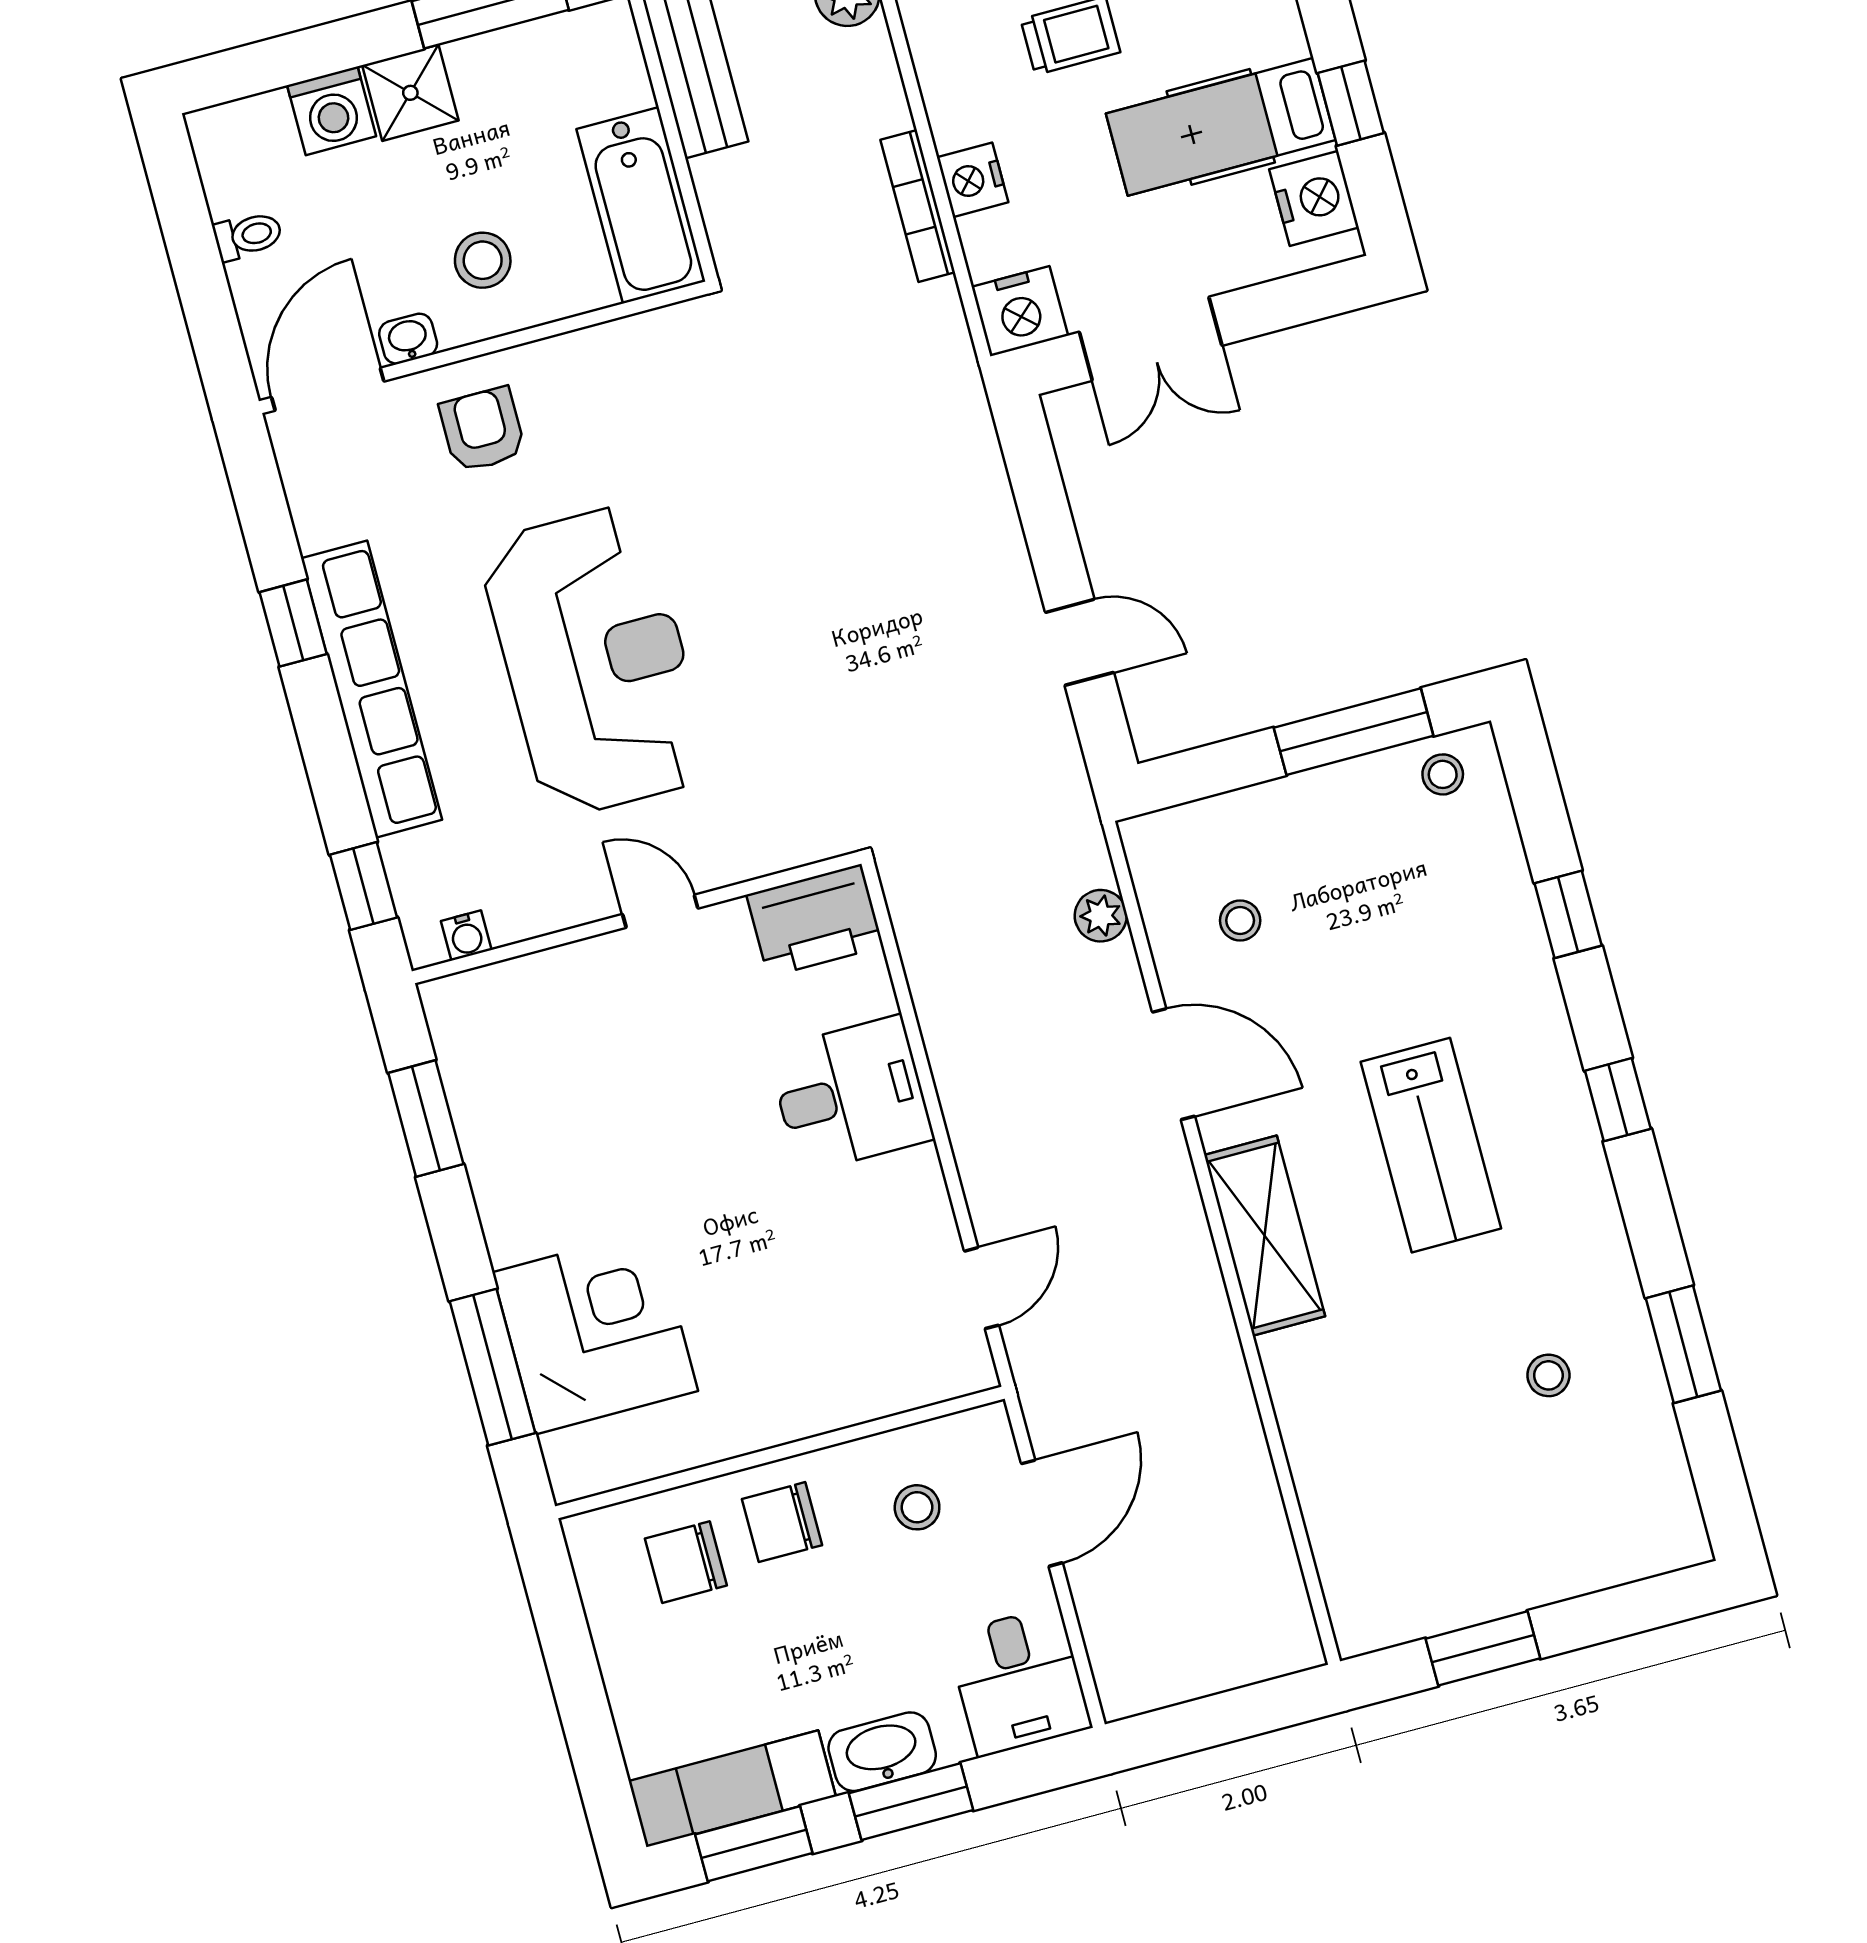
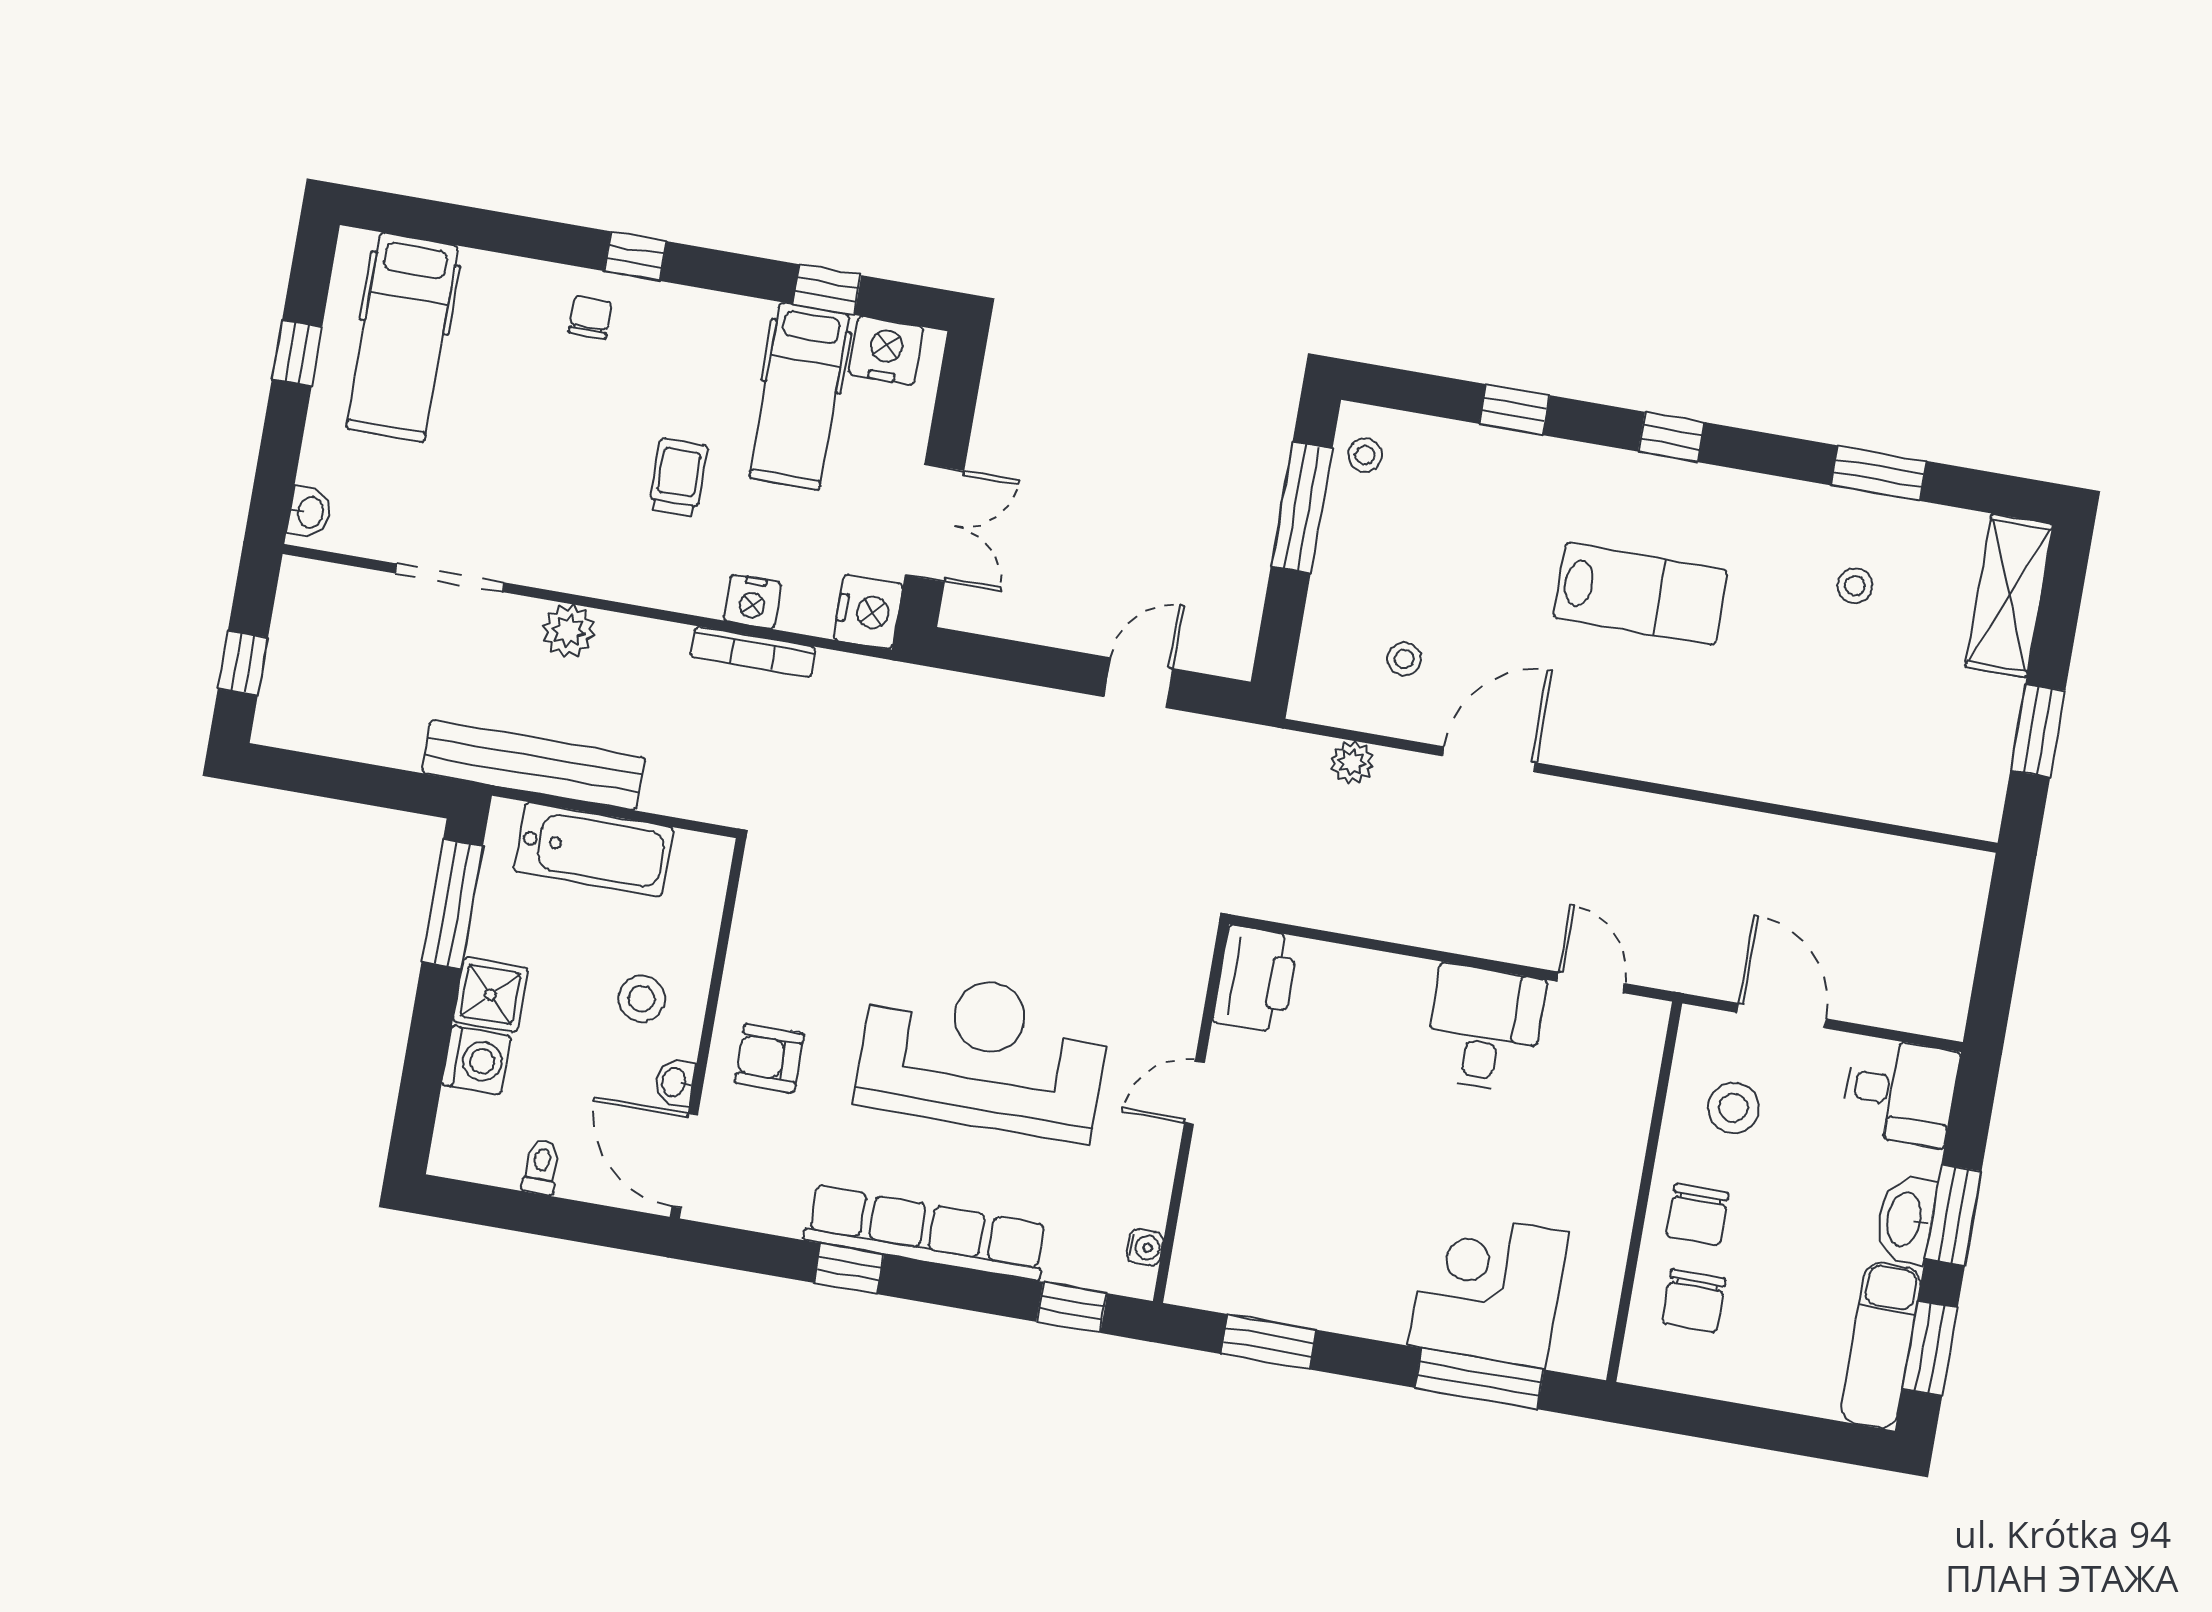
bathtub: (641, 205) -> (594, 849), moved
desk: (851, 1094) -> (1484, 1028), moved
shelving: (1265, 1236) -> (2009, 596), moved, turned 90
stool: (917, 1507) -> (1733, 1108), width x1.37, depth x1.37

